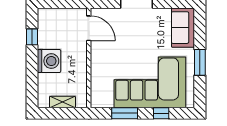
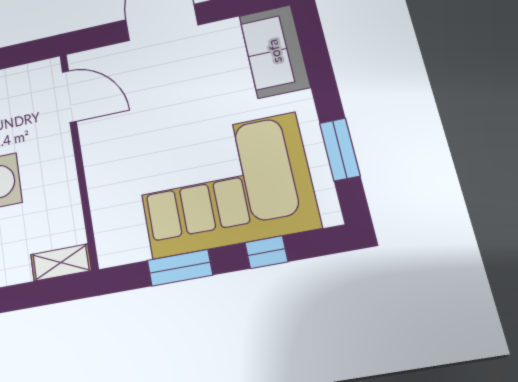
window: (200, 62) -> (340, 149), moved
shelving: (62, 102) -> (61, 263), moved

